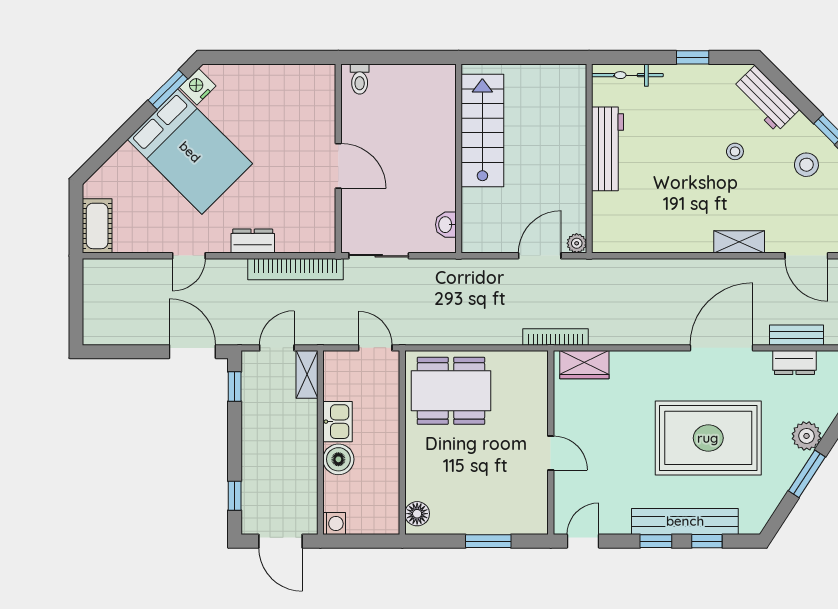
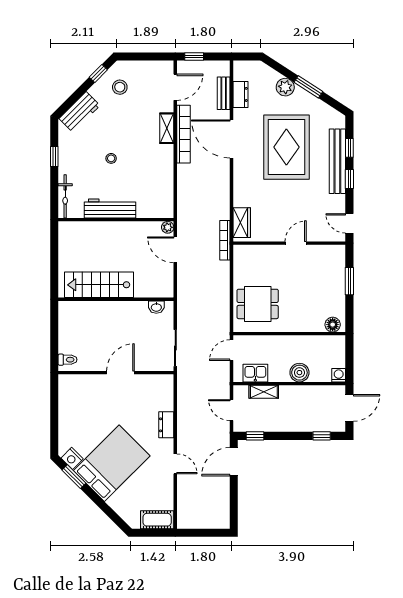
stool: (735, 151) -> (111, 158), moved
bookcase: (295, 269) -> (183, 134), moved
shelving: (307, 374) -> (264, 392), moved
dining table: (451, 391) -> (258, 304), width x0.73
kitchen sink: (338, 422) -> (255, 373), moved

